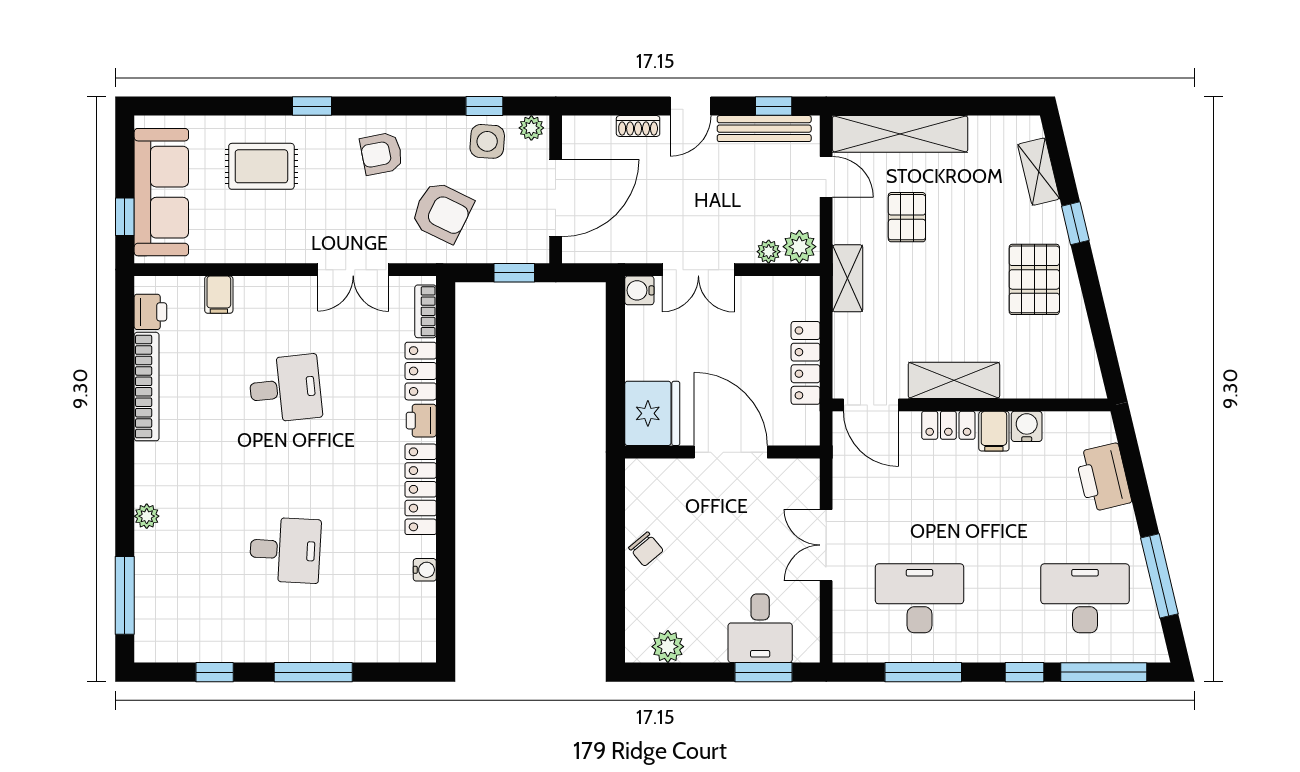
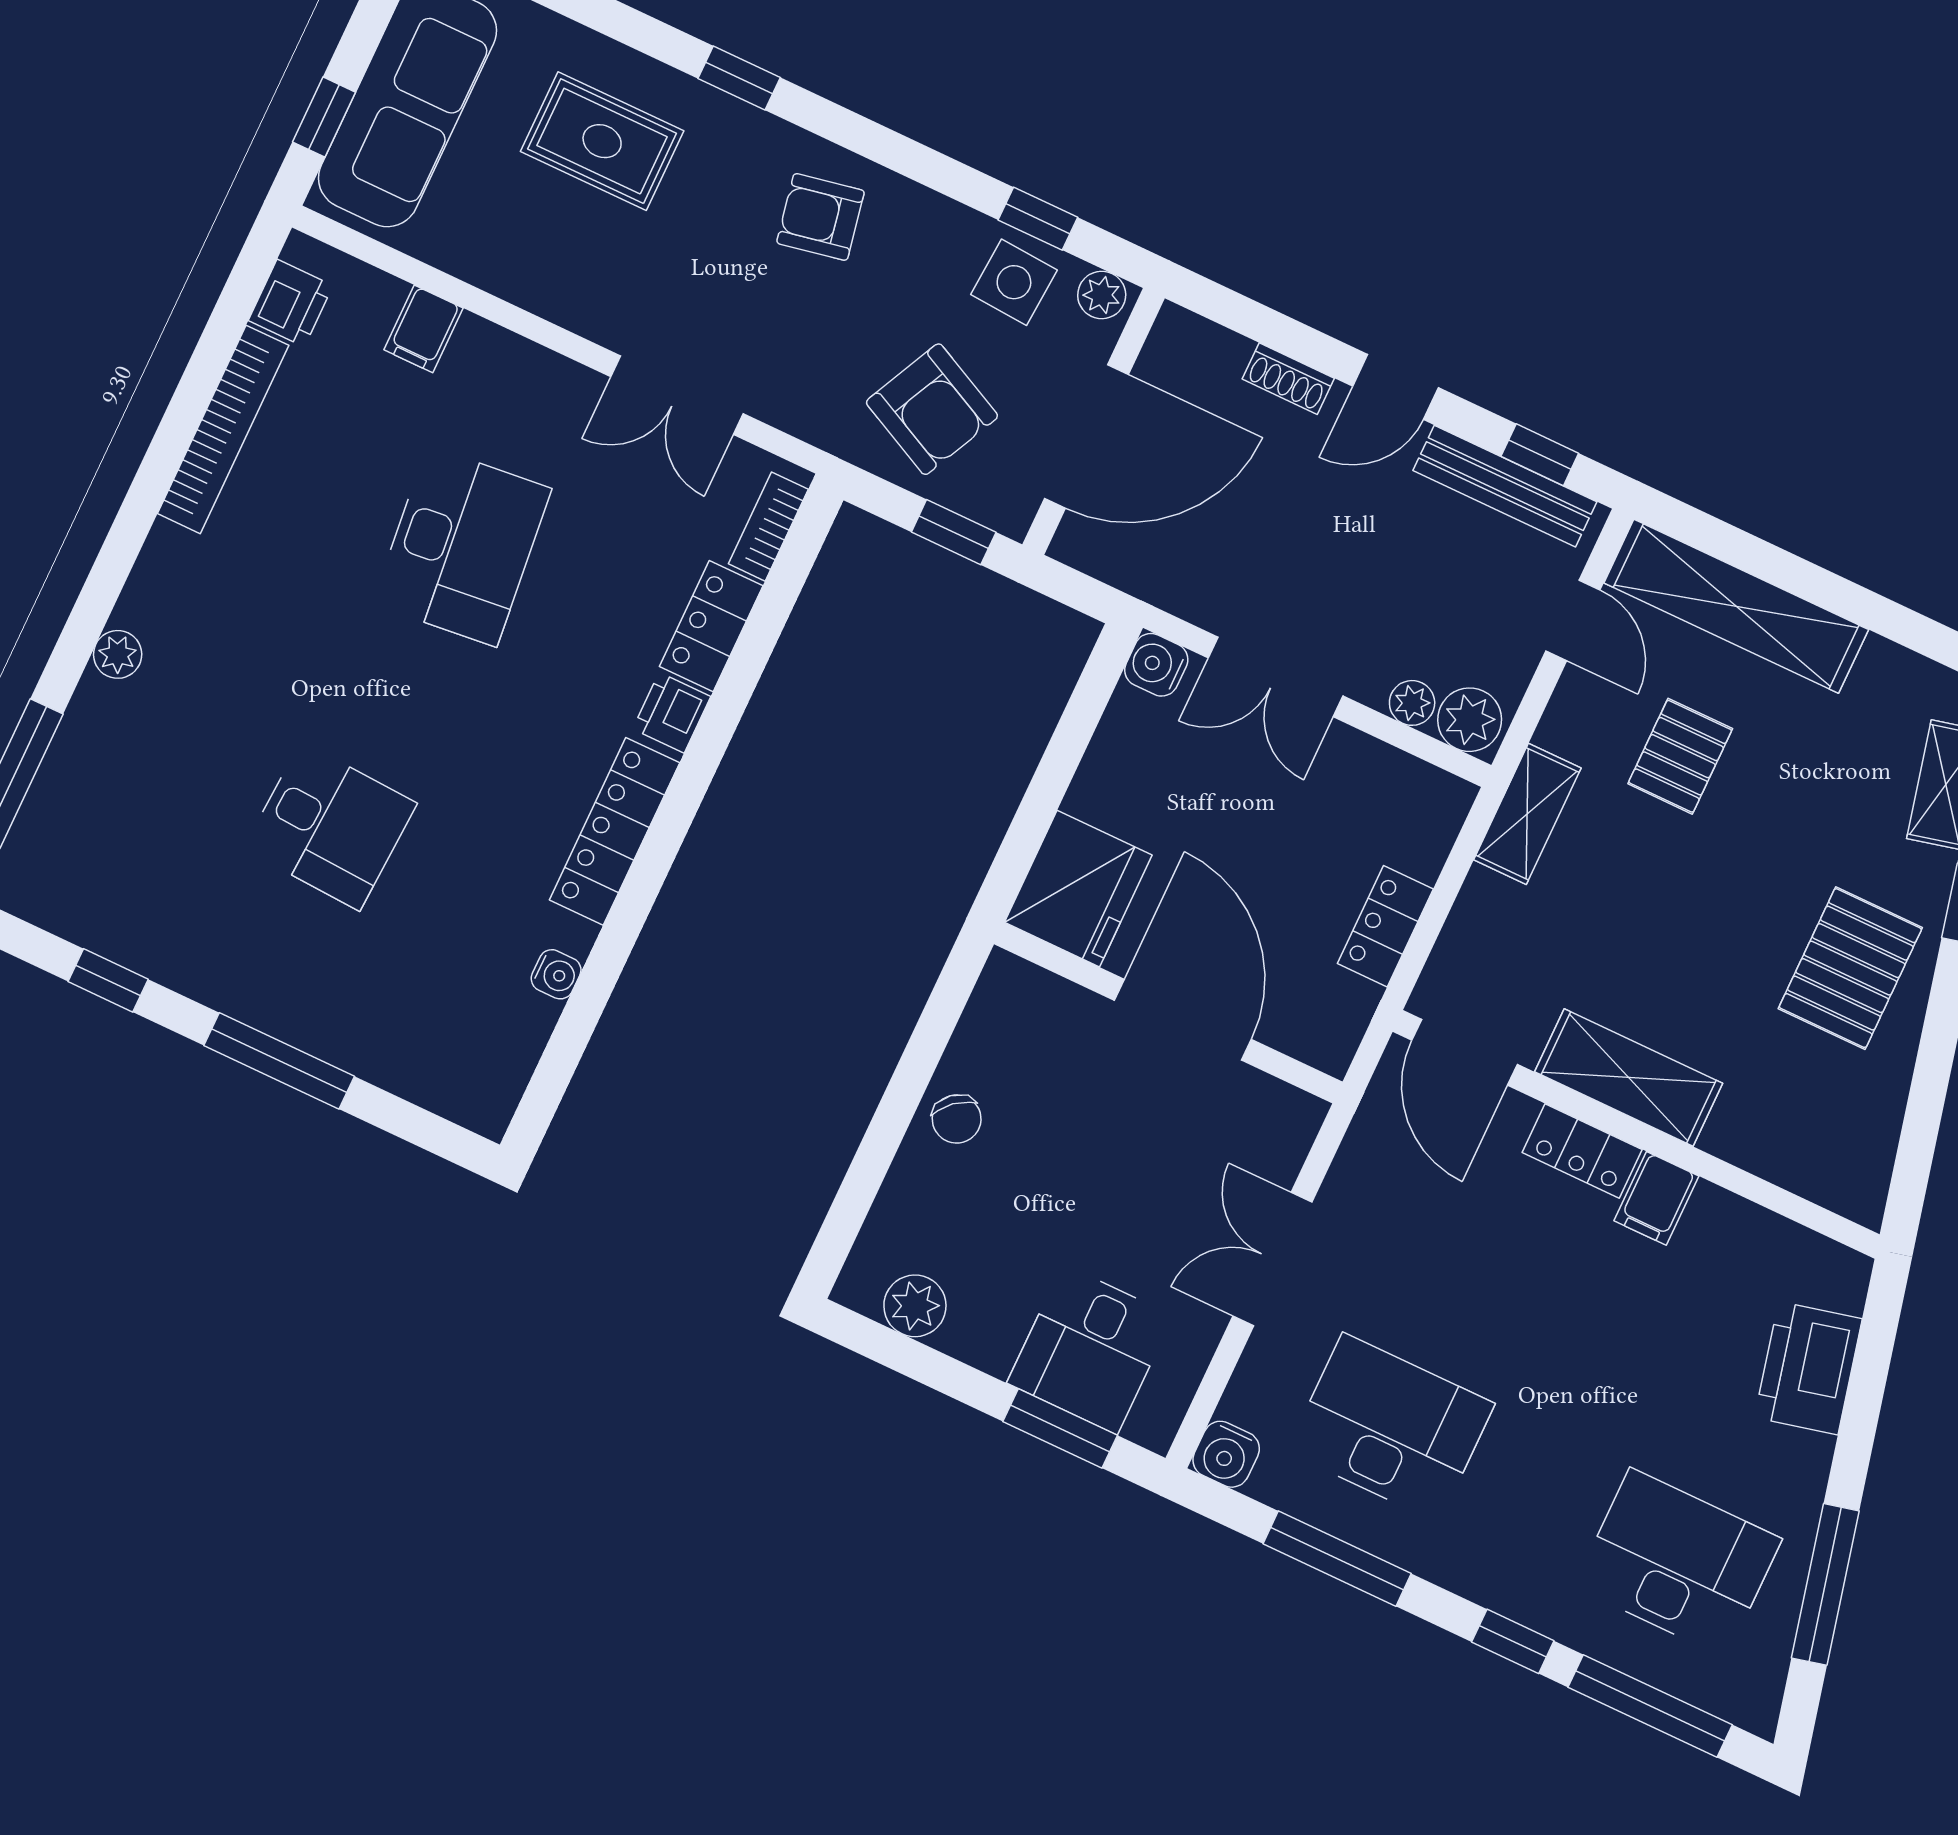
armchair: (442, 212) -> (932, 409), moved
locker: (806, 363) -> (1385, 926), width x0.66
desk: (285, 389) -> (462, 546), width x1.37
water cooler: (1027, 426) -> (1226, 1454), moved, turned 180

